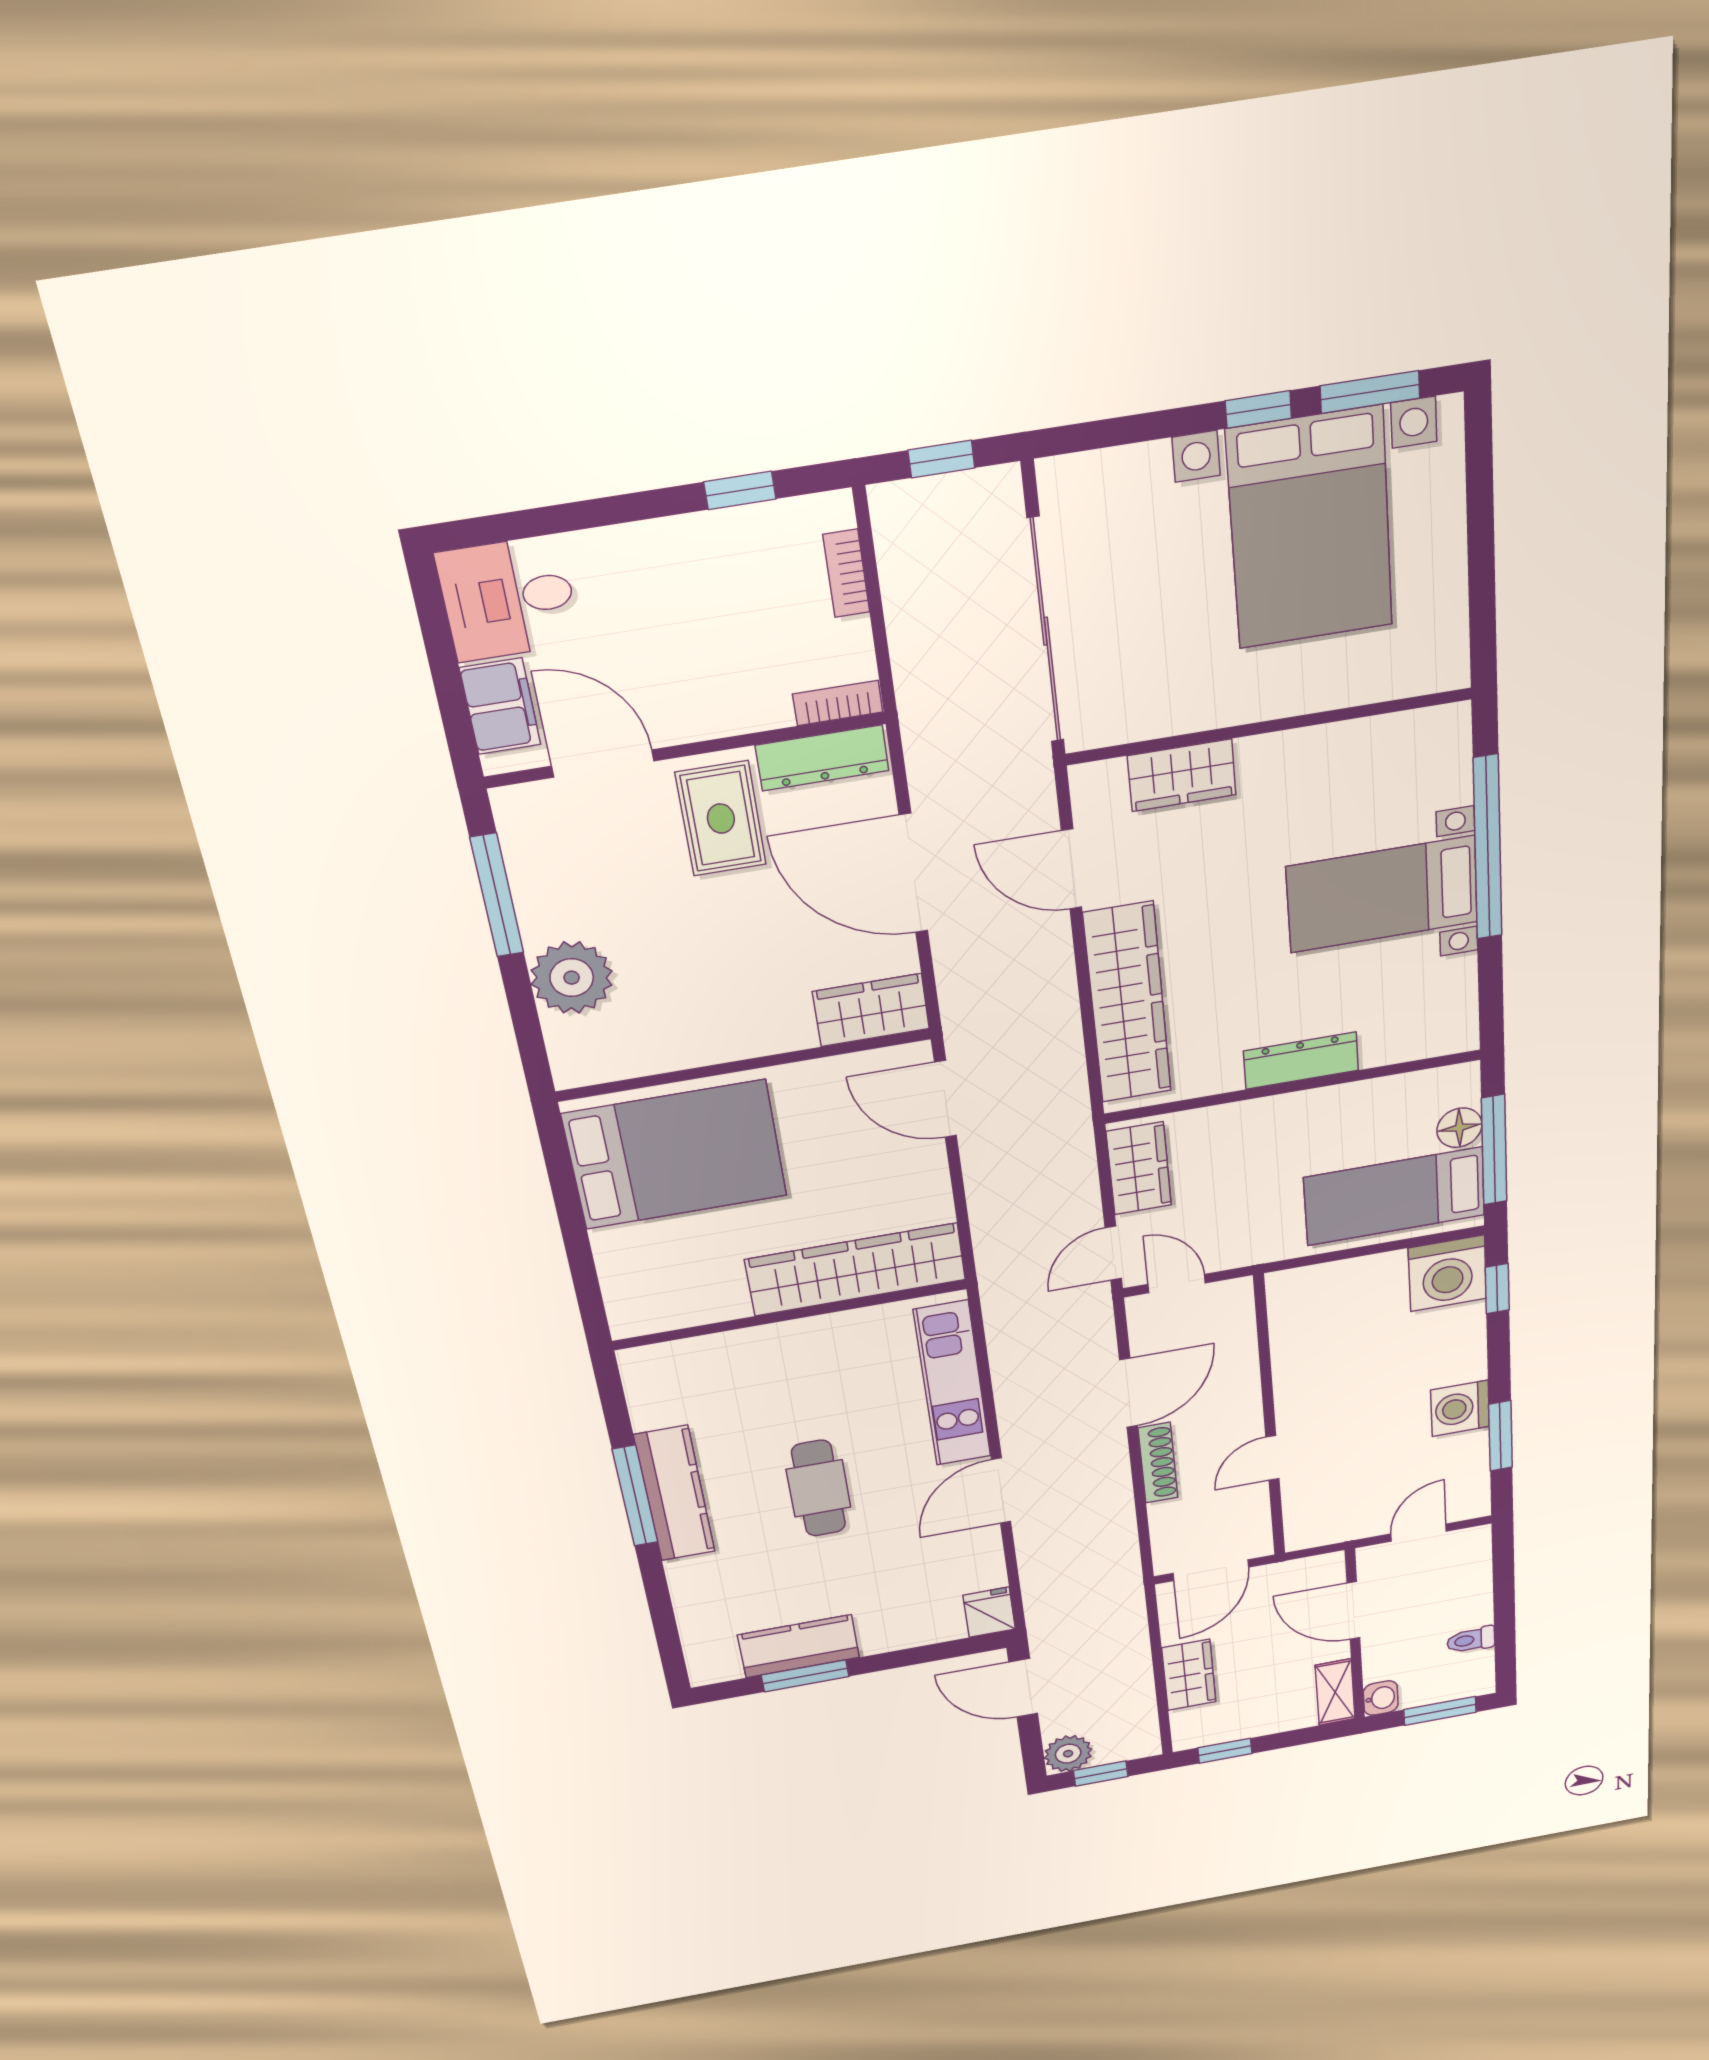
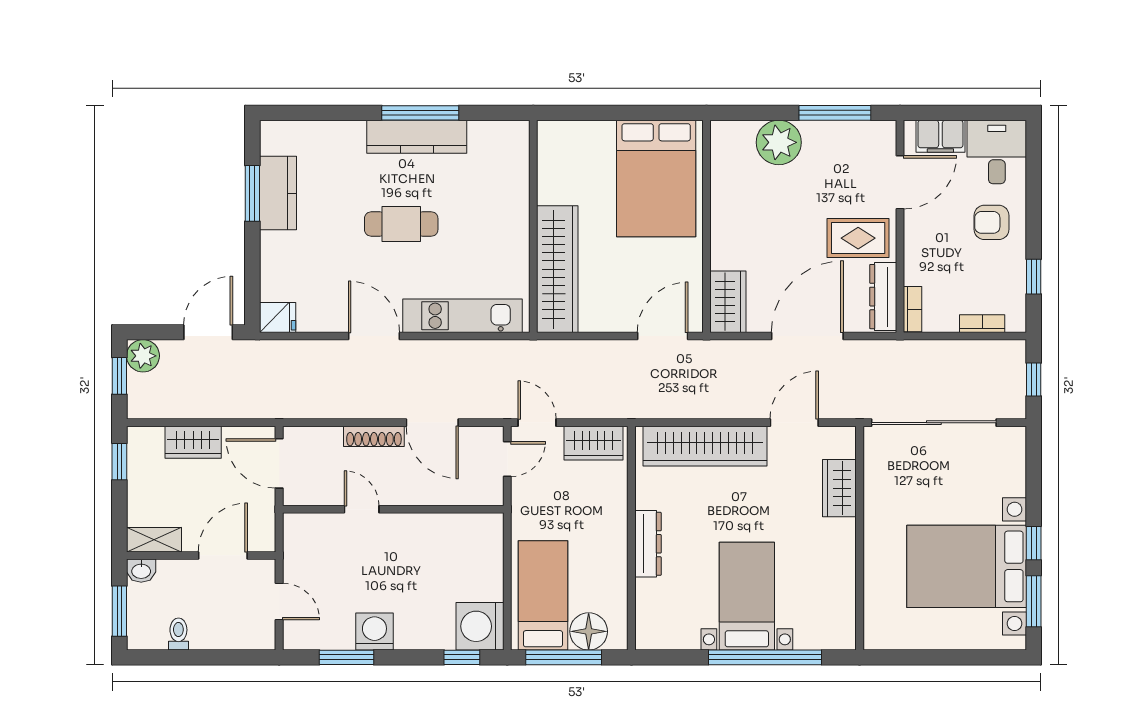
armchair: (648, 587) -> (991, 222), added
floor lamp: (1459, 1128) -> (589, 631), width x1.38, depth x1.38

